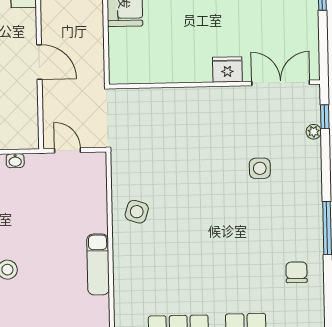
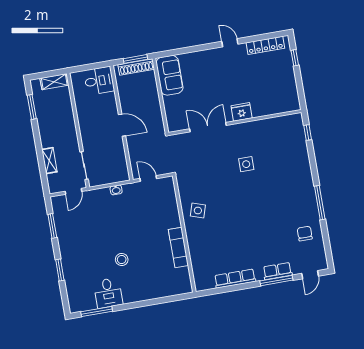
double door: (281, 83) -> (208, 127), moved
plant: (314, 132) -> (302, 143), removed
side table: (260, 168) -> (246, 164), moved

